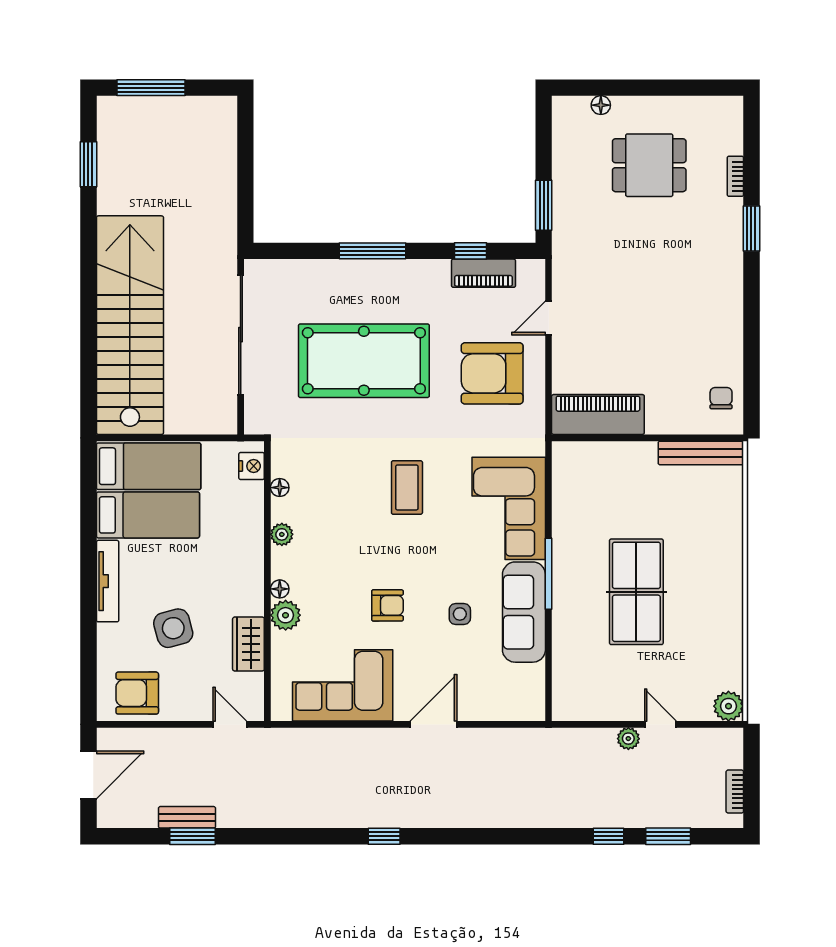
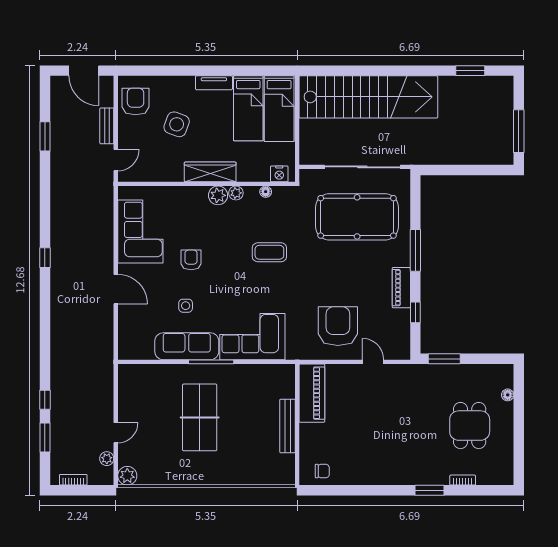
window: (151, 88) -> (519, 131), moved
piano: (483, 273) -> (401, 288), moved
pool table: (364, 361) -> (357, 217), moved, turned 90
bench: (701, 453) -> (288, 426), moved
coffee table: (407, 487) -> (269, 252), moved
tv unit: (108, 581) -> (214, 83), width x0.71
floor lamp: (280, 589) -> (201, 192), removed
table tennis table: (636, 592) -> (200, 417), turned 90
armchair: (387, 605) -> (191, 260), turned 180
plant: (286, 615) -> (218, 195), moved
side table: (173, 628) -> (177, 124), turned 35
wardrobe: (248, 644) -> (210, 172), moved, width x1.50
plant: (628, 739) -> (107, 459), moved
bench: (187, 817) -> (107, 126), moved

